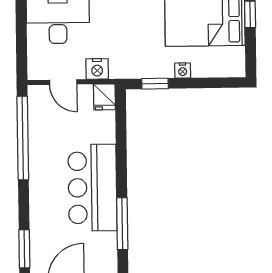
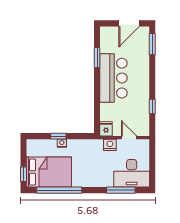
window: (155, 84) -> (58, 136), moved
window: (23, 138) -> (152, 107), width x0.32
window: (122, 224) -> (97, 58), width x0.69

